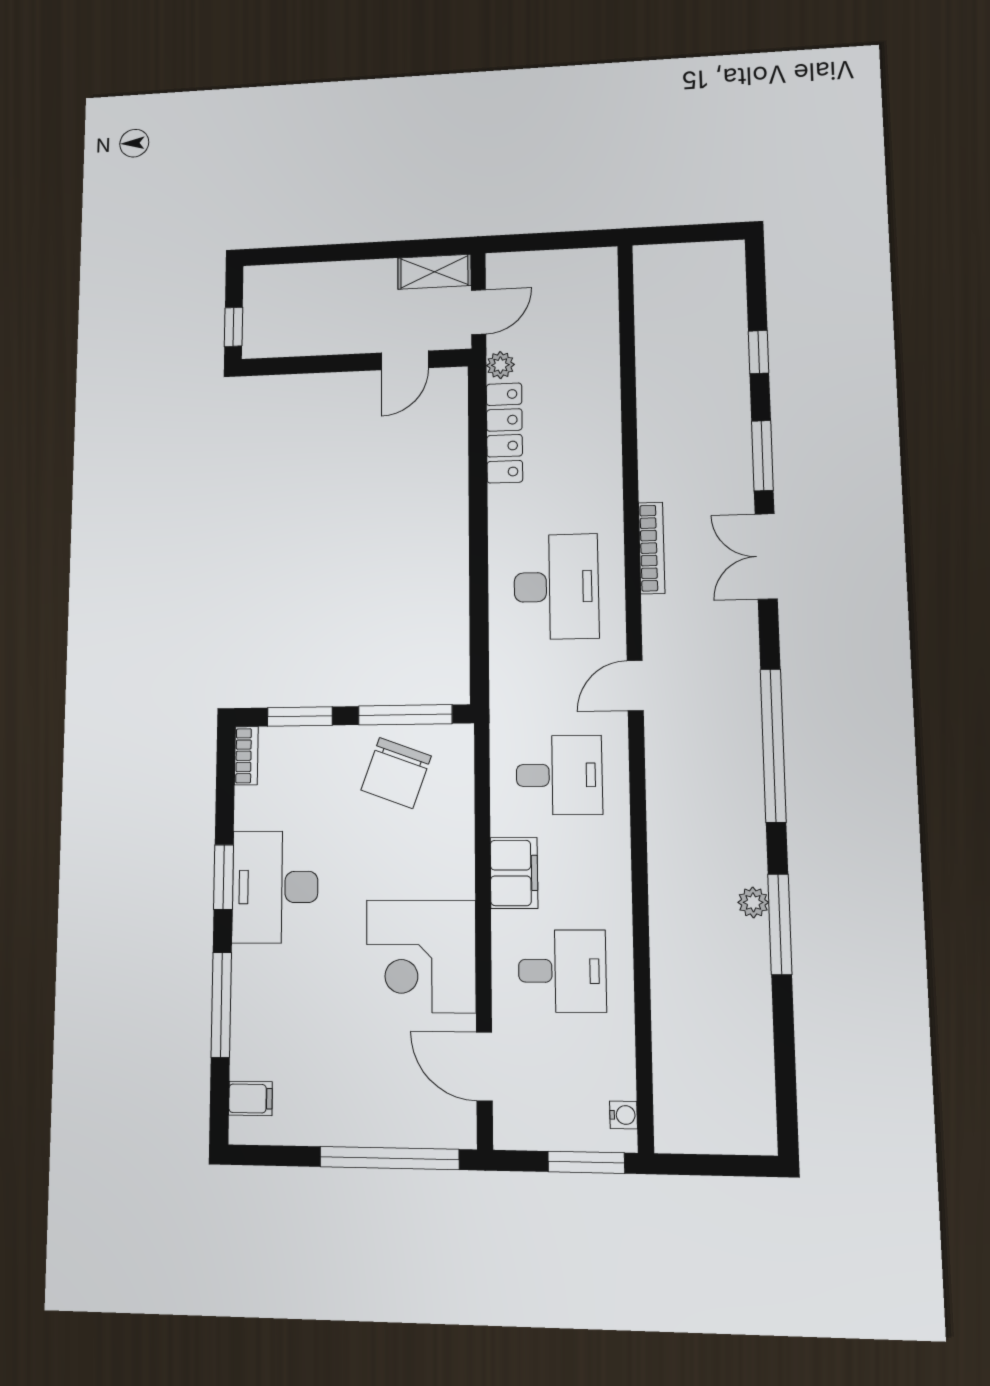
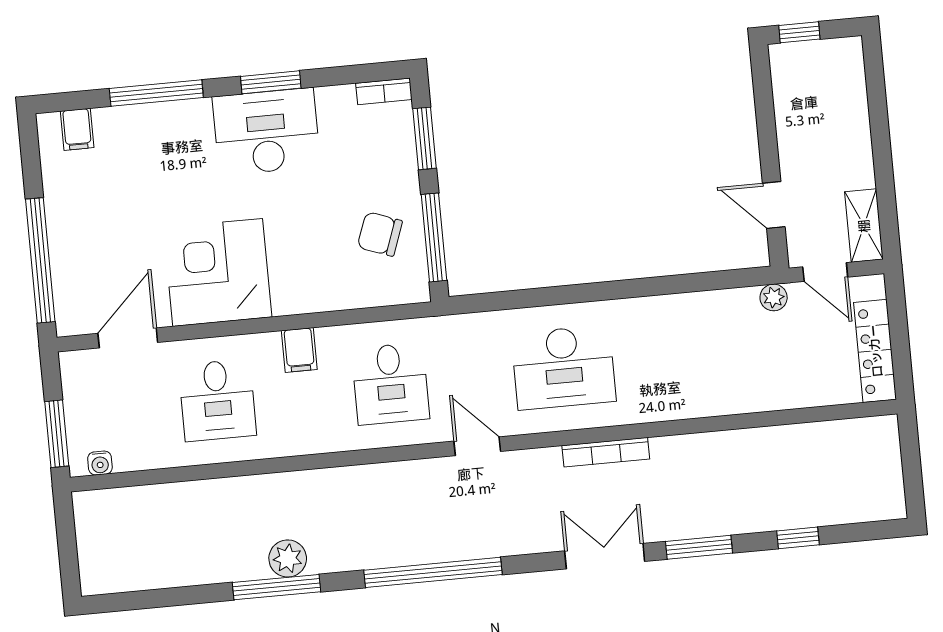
locker: (504, 433) -> (875, 351), moved, turned 90
chair: (396, 773) -> (380, 234), width x0.73, depth x0.73
filing cabinet: (514, 873) -> (299, 350), width x0.50
plant: (753, 902) -> (288, 558), width x1.38, depth x1.38

